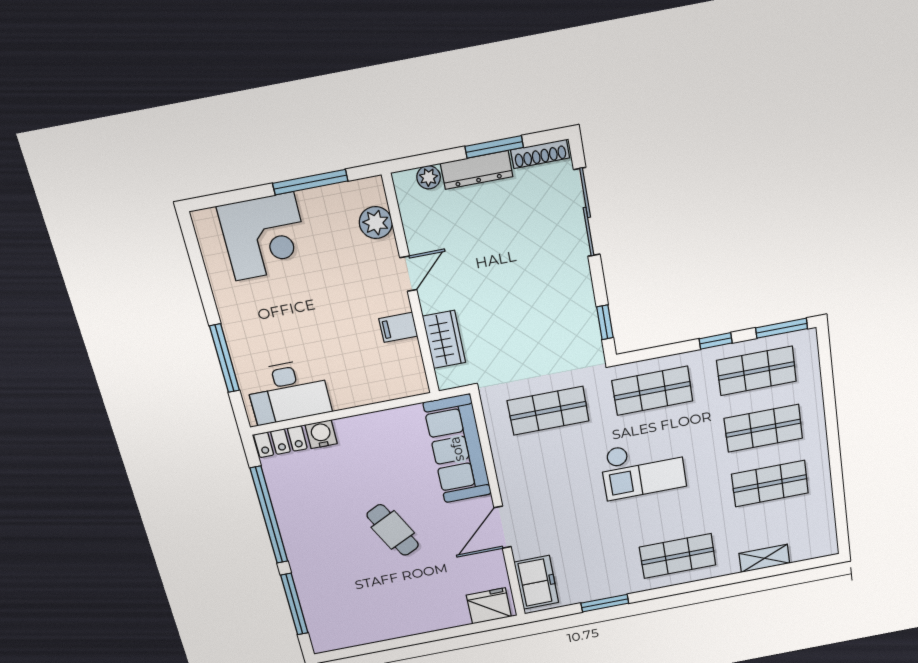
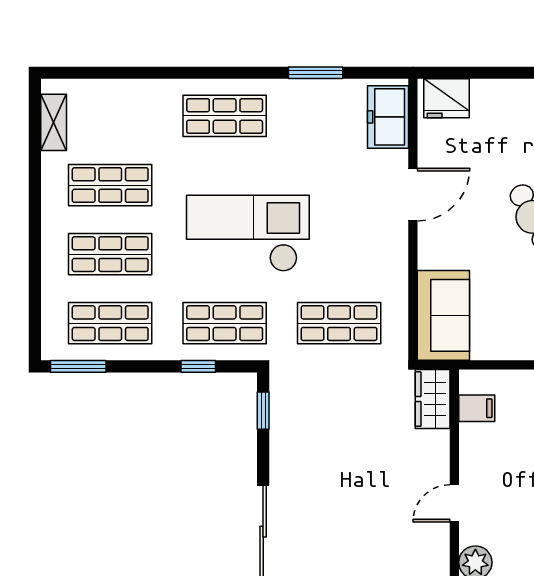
filing cabinet: (398, 327) -> (477, 408), moved
wardrobe: (444, 339) -> (433, 399), moved
window: (716, 341) -> (198, 366), moved
sofa: (457, 449) -> (443, 315), width x0.73
checkout: (643, 469) -> (248, 233), width x1.36, depth x1.21
shelving: (764, 558) -> (54, 122), moved, turned 90

